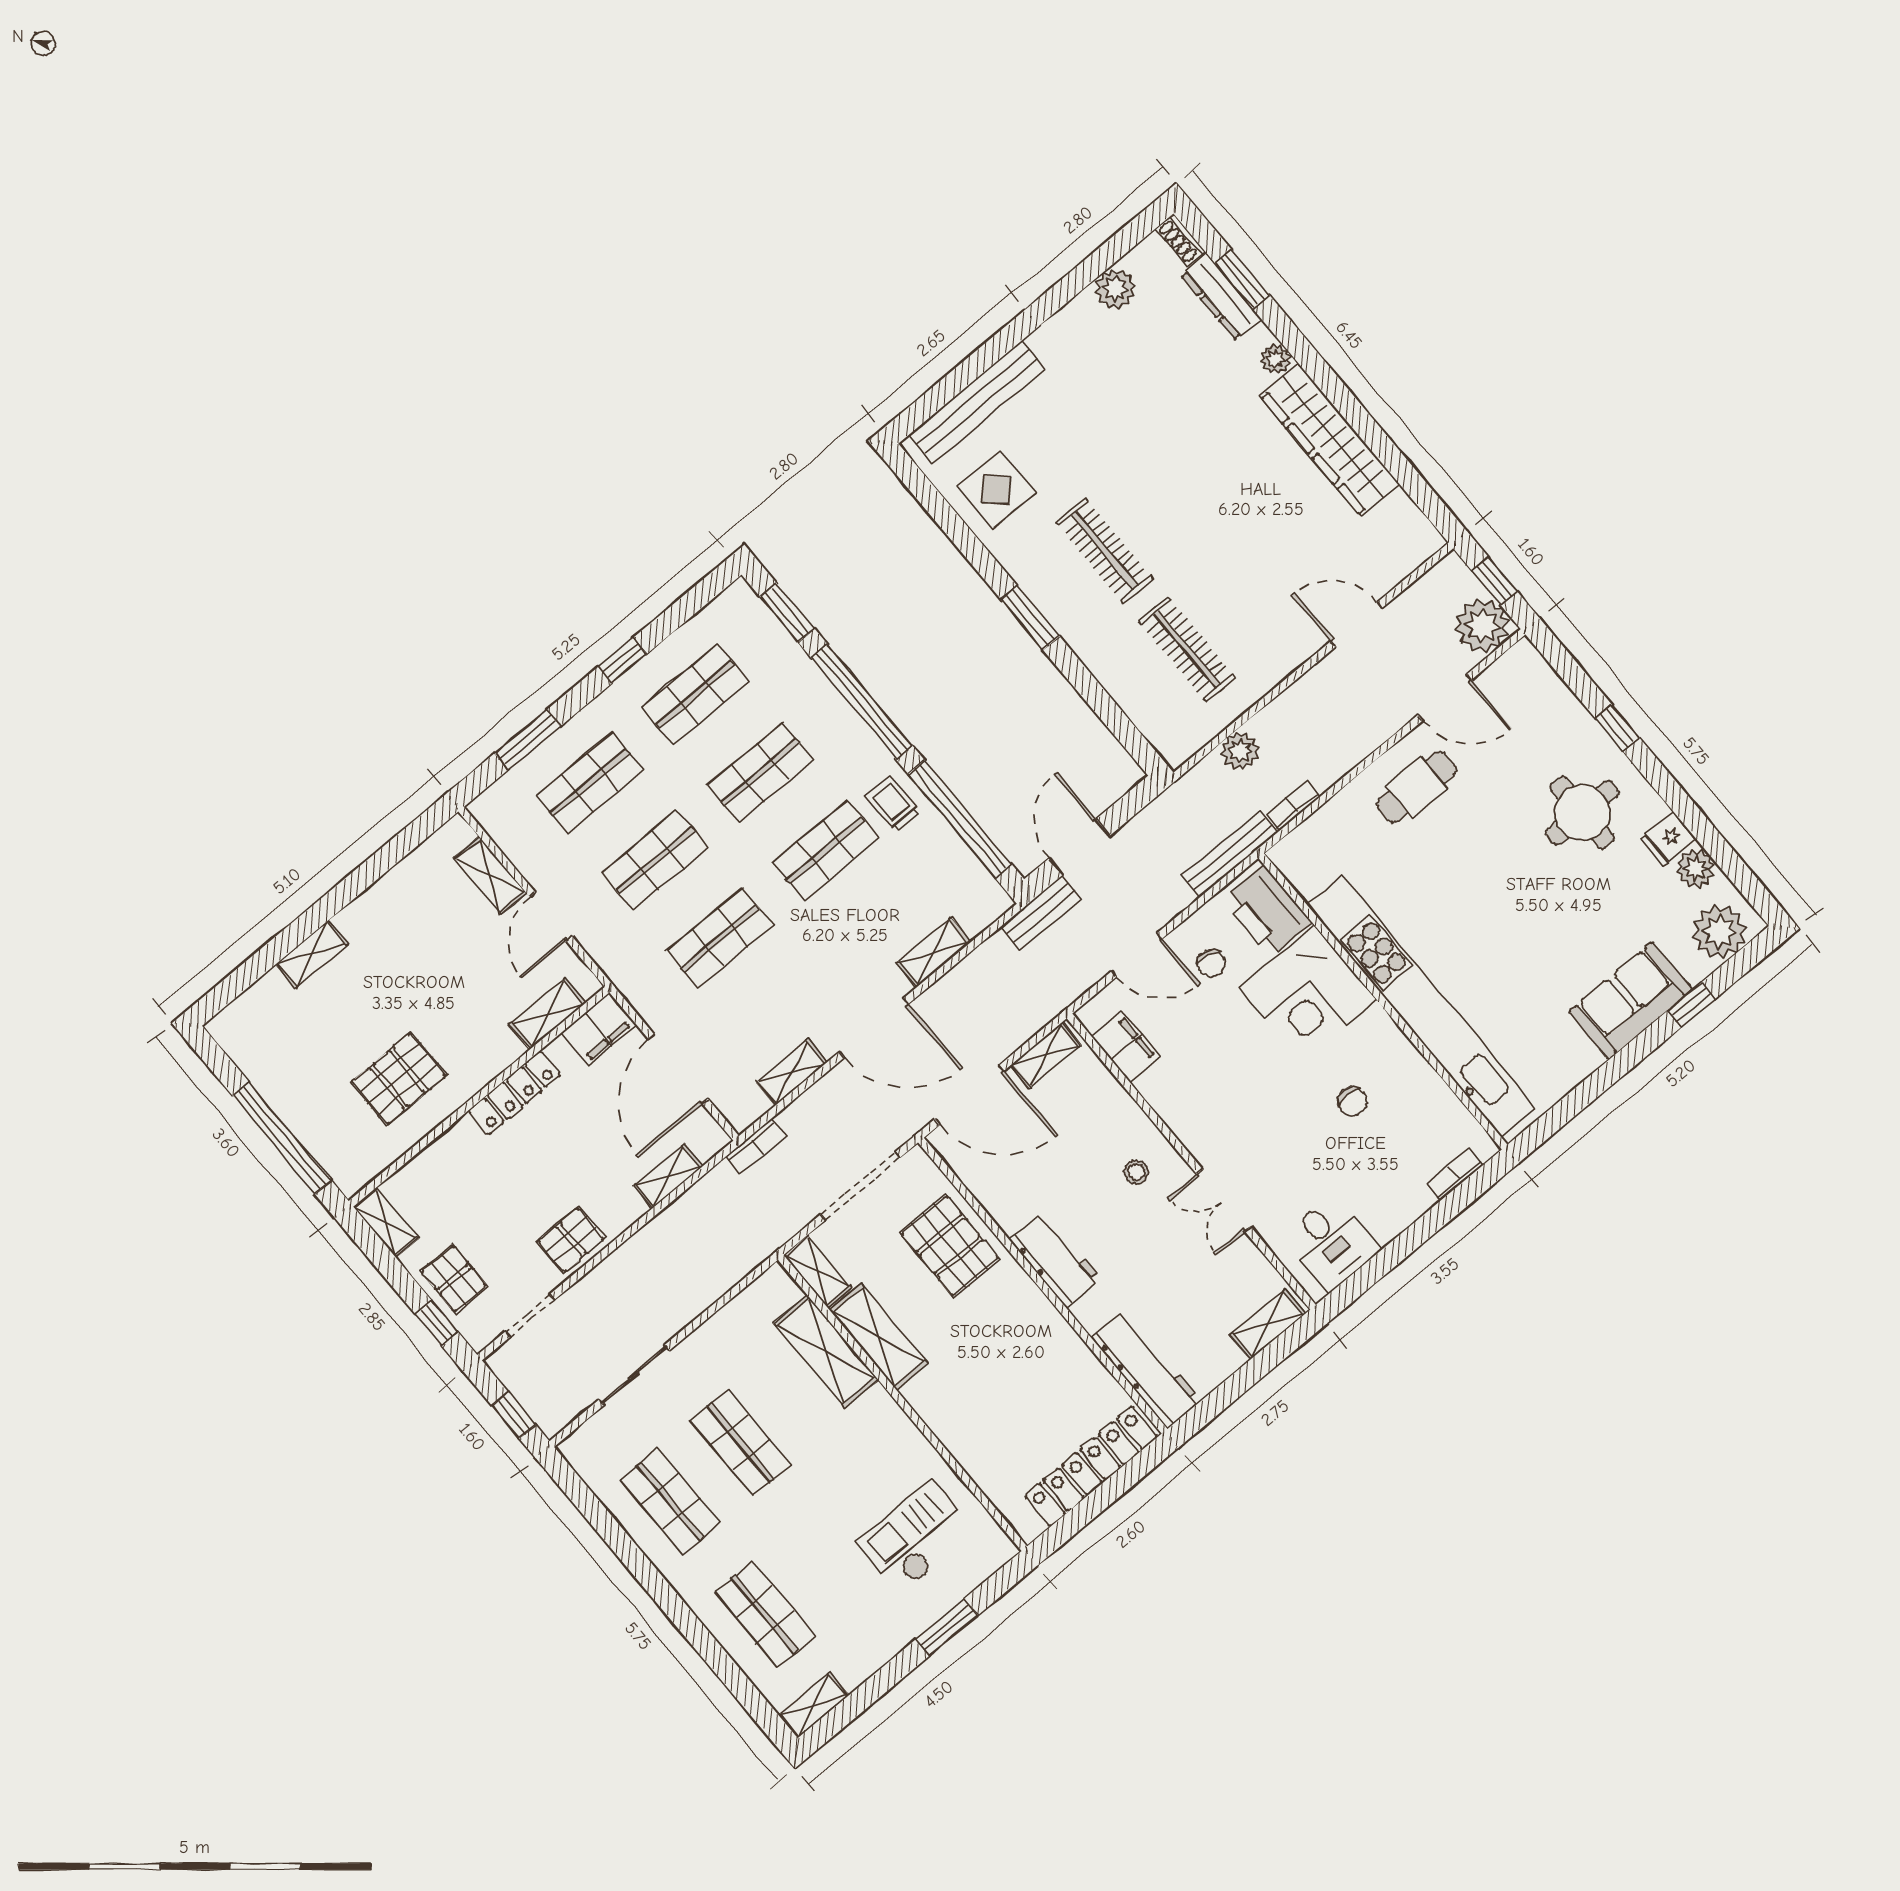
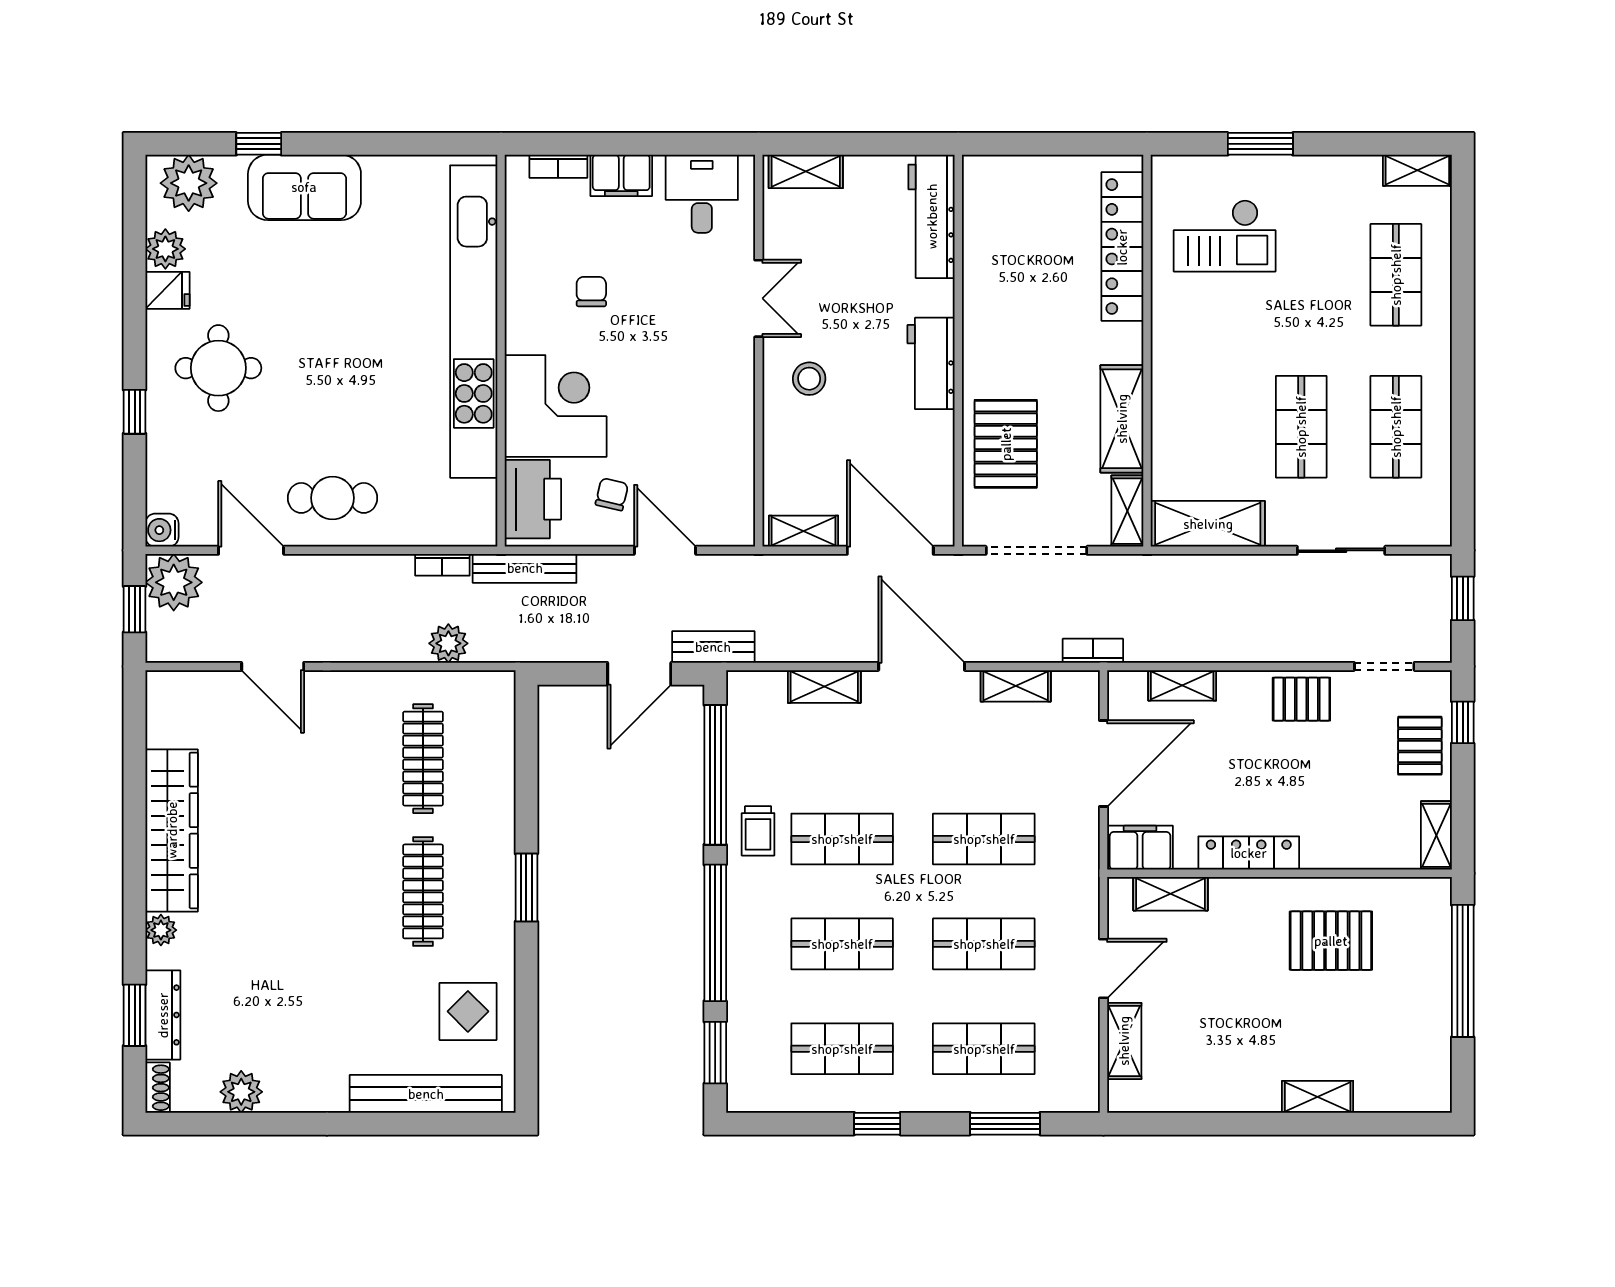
water cooler: (1523, 657) -> (162, 530), added
filing cabinet: (1126, 1047) -> (621, 175), moved, turned -90
stool: (1136, 1172) -> (809, 379), width x1.37, depth x1.37
shelving: (826, 1352) -> (1208, 524), moved, turned 90
locker: (1091, 1466) -> (1122, 247), moved, turned 90

